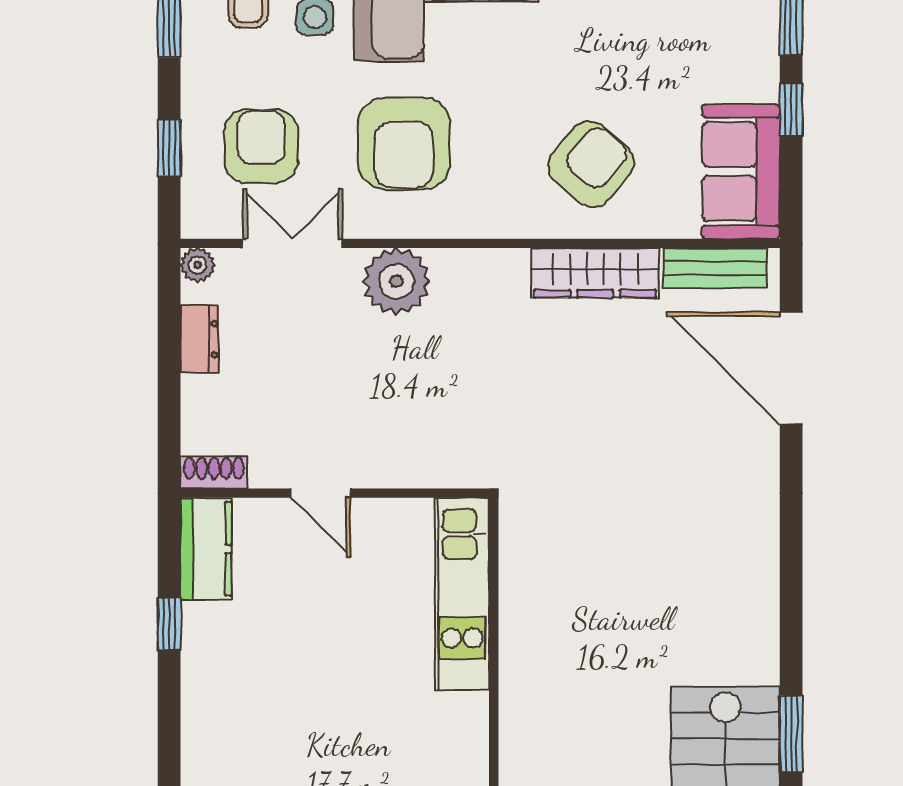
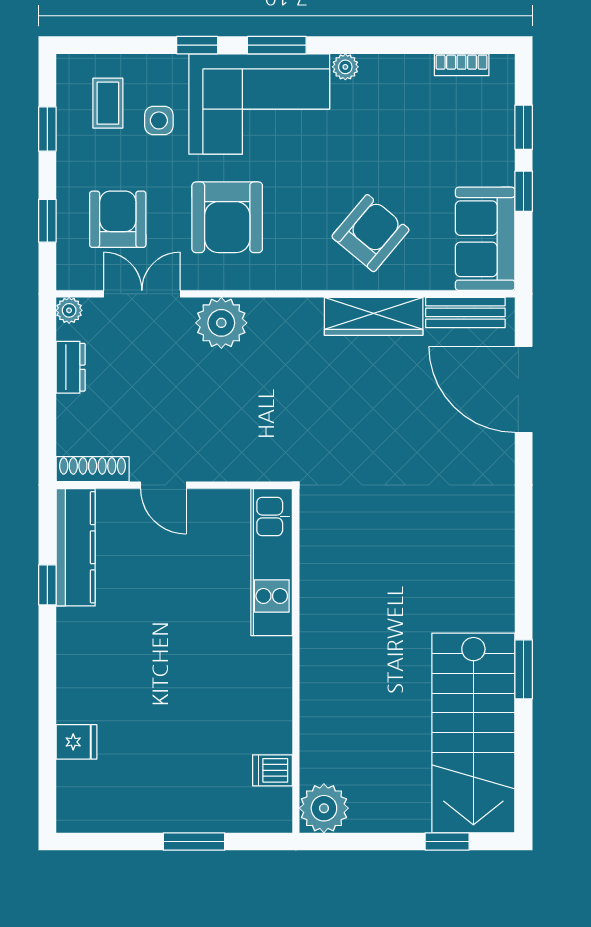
shoe rack: (214, 472) -> (93, 469), width x1.43
kitchen counter: (206, 549) -> (76, 547), width x1.50

